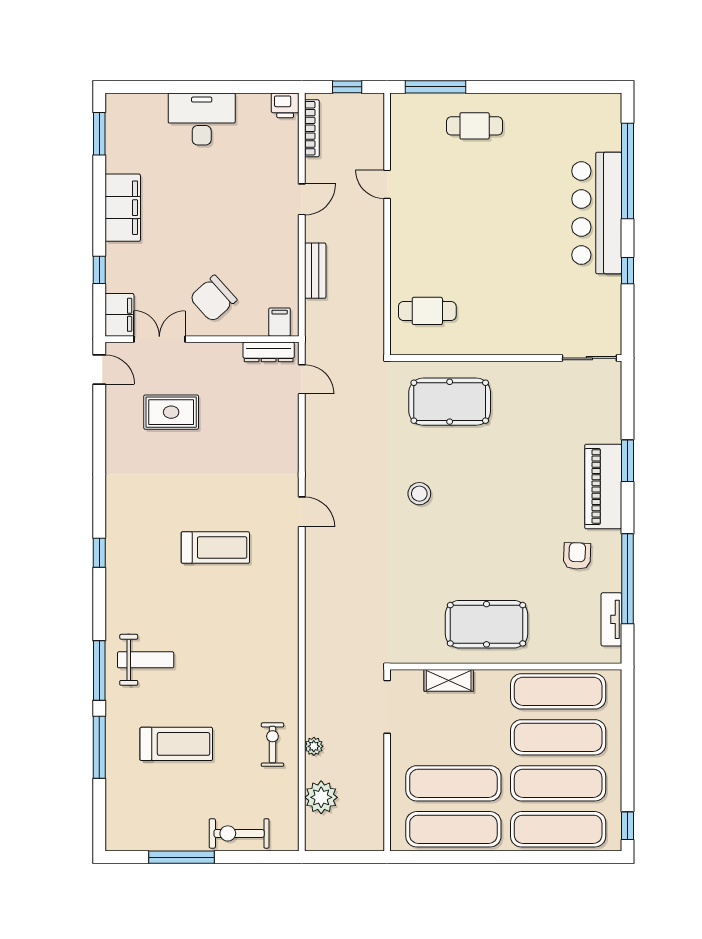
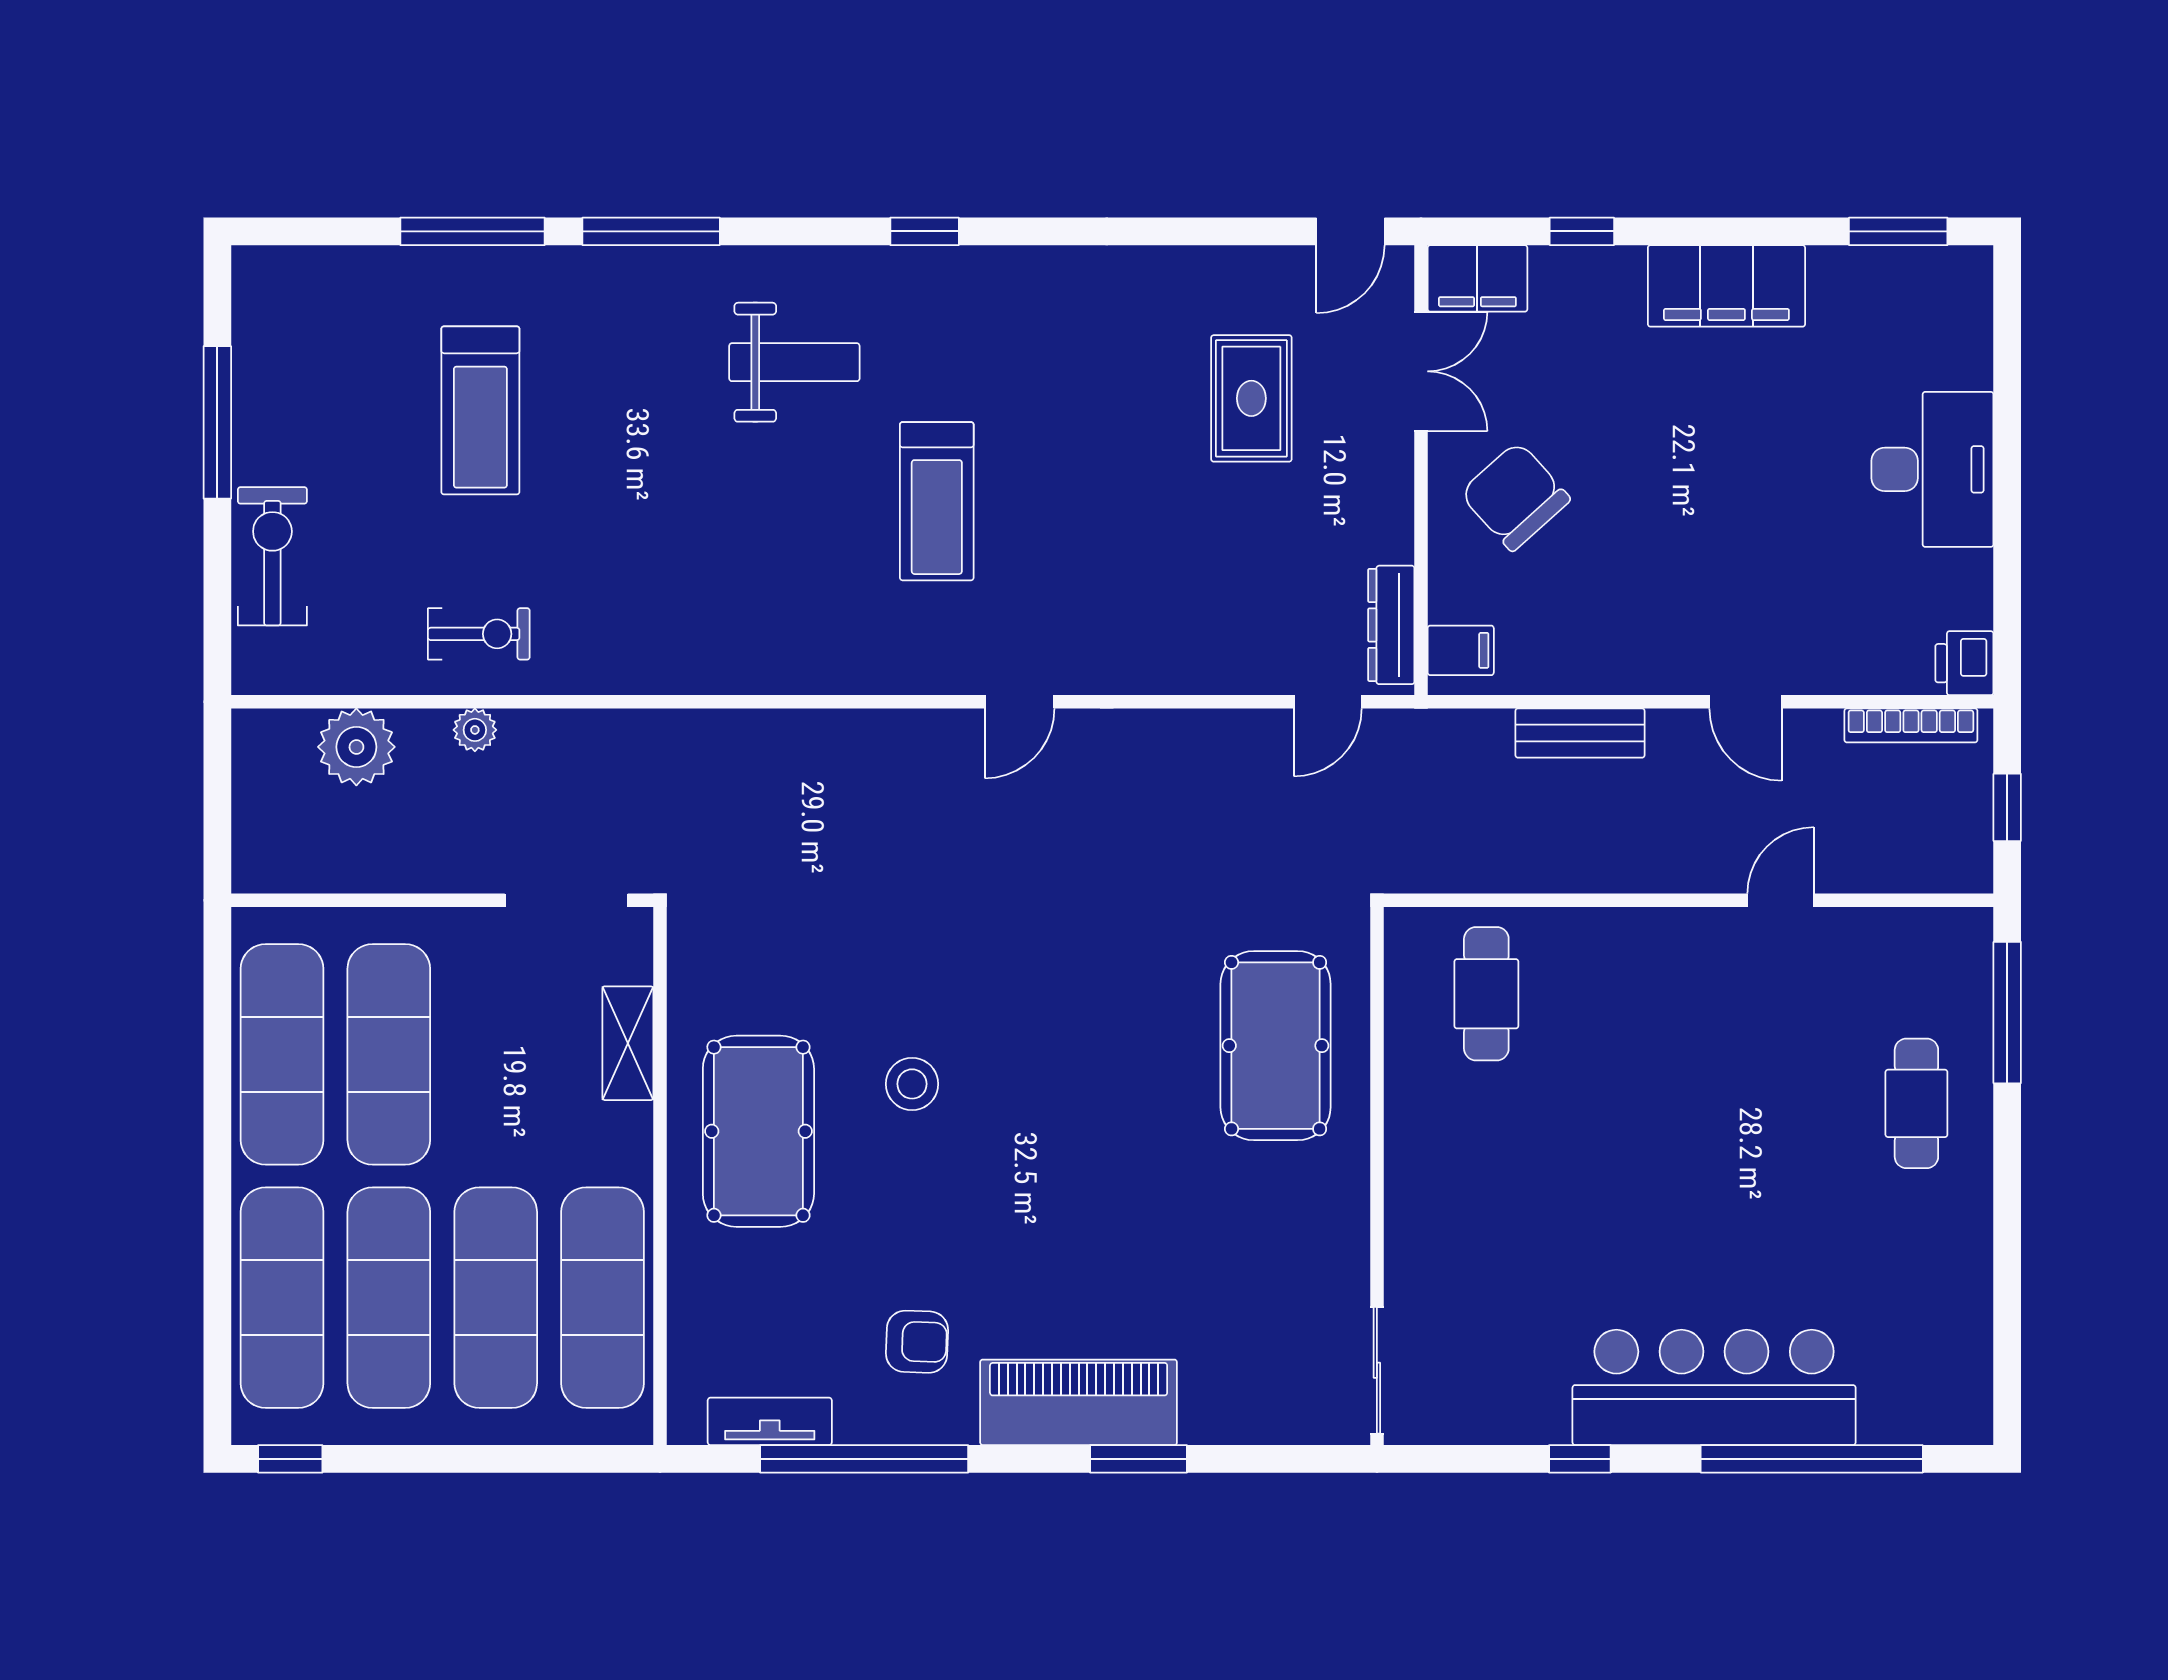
stool: (419, 494) -> (912, 1084), moved
weight bench: (146, 660) -> (794, 362), moved, turned -90

